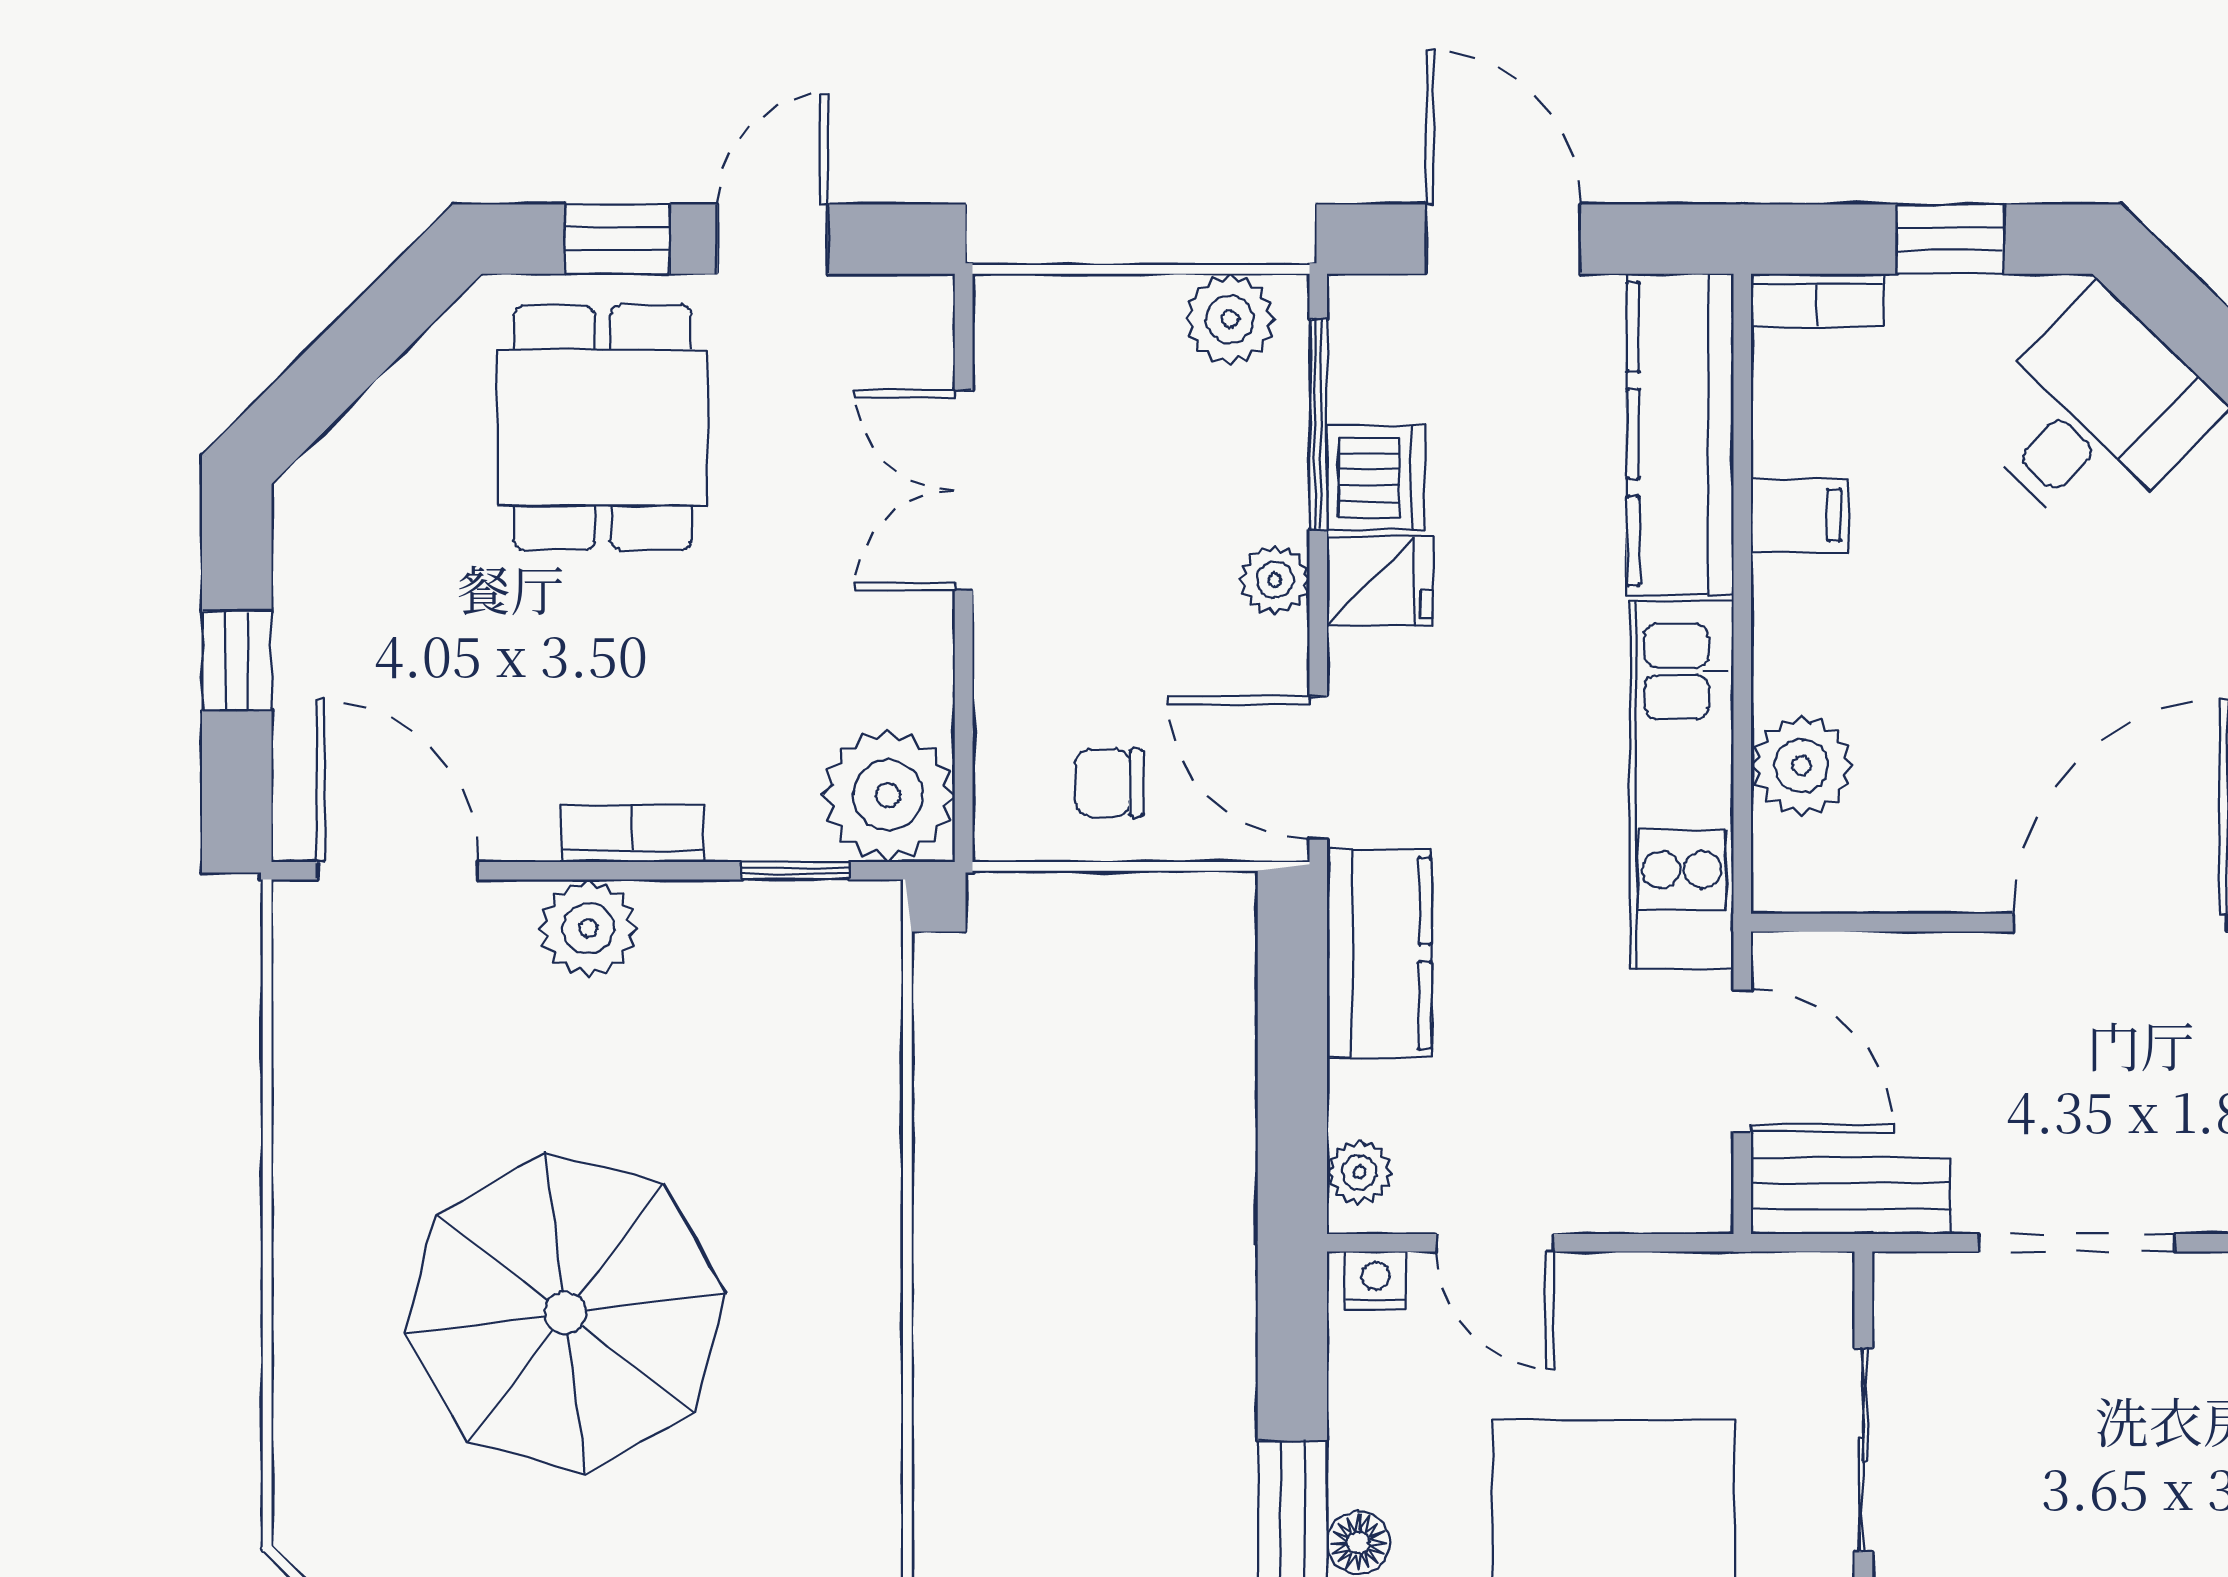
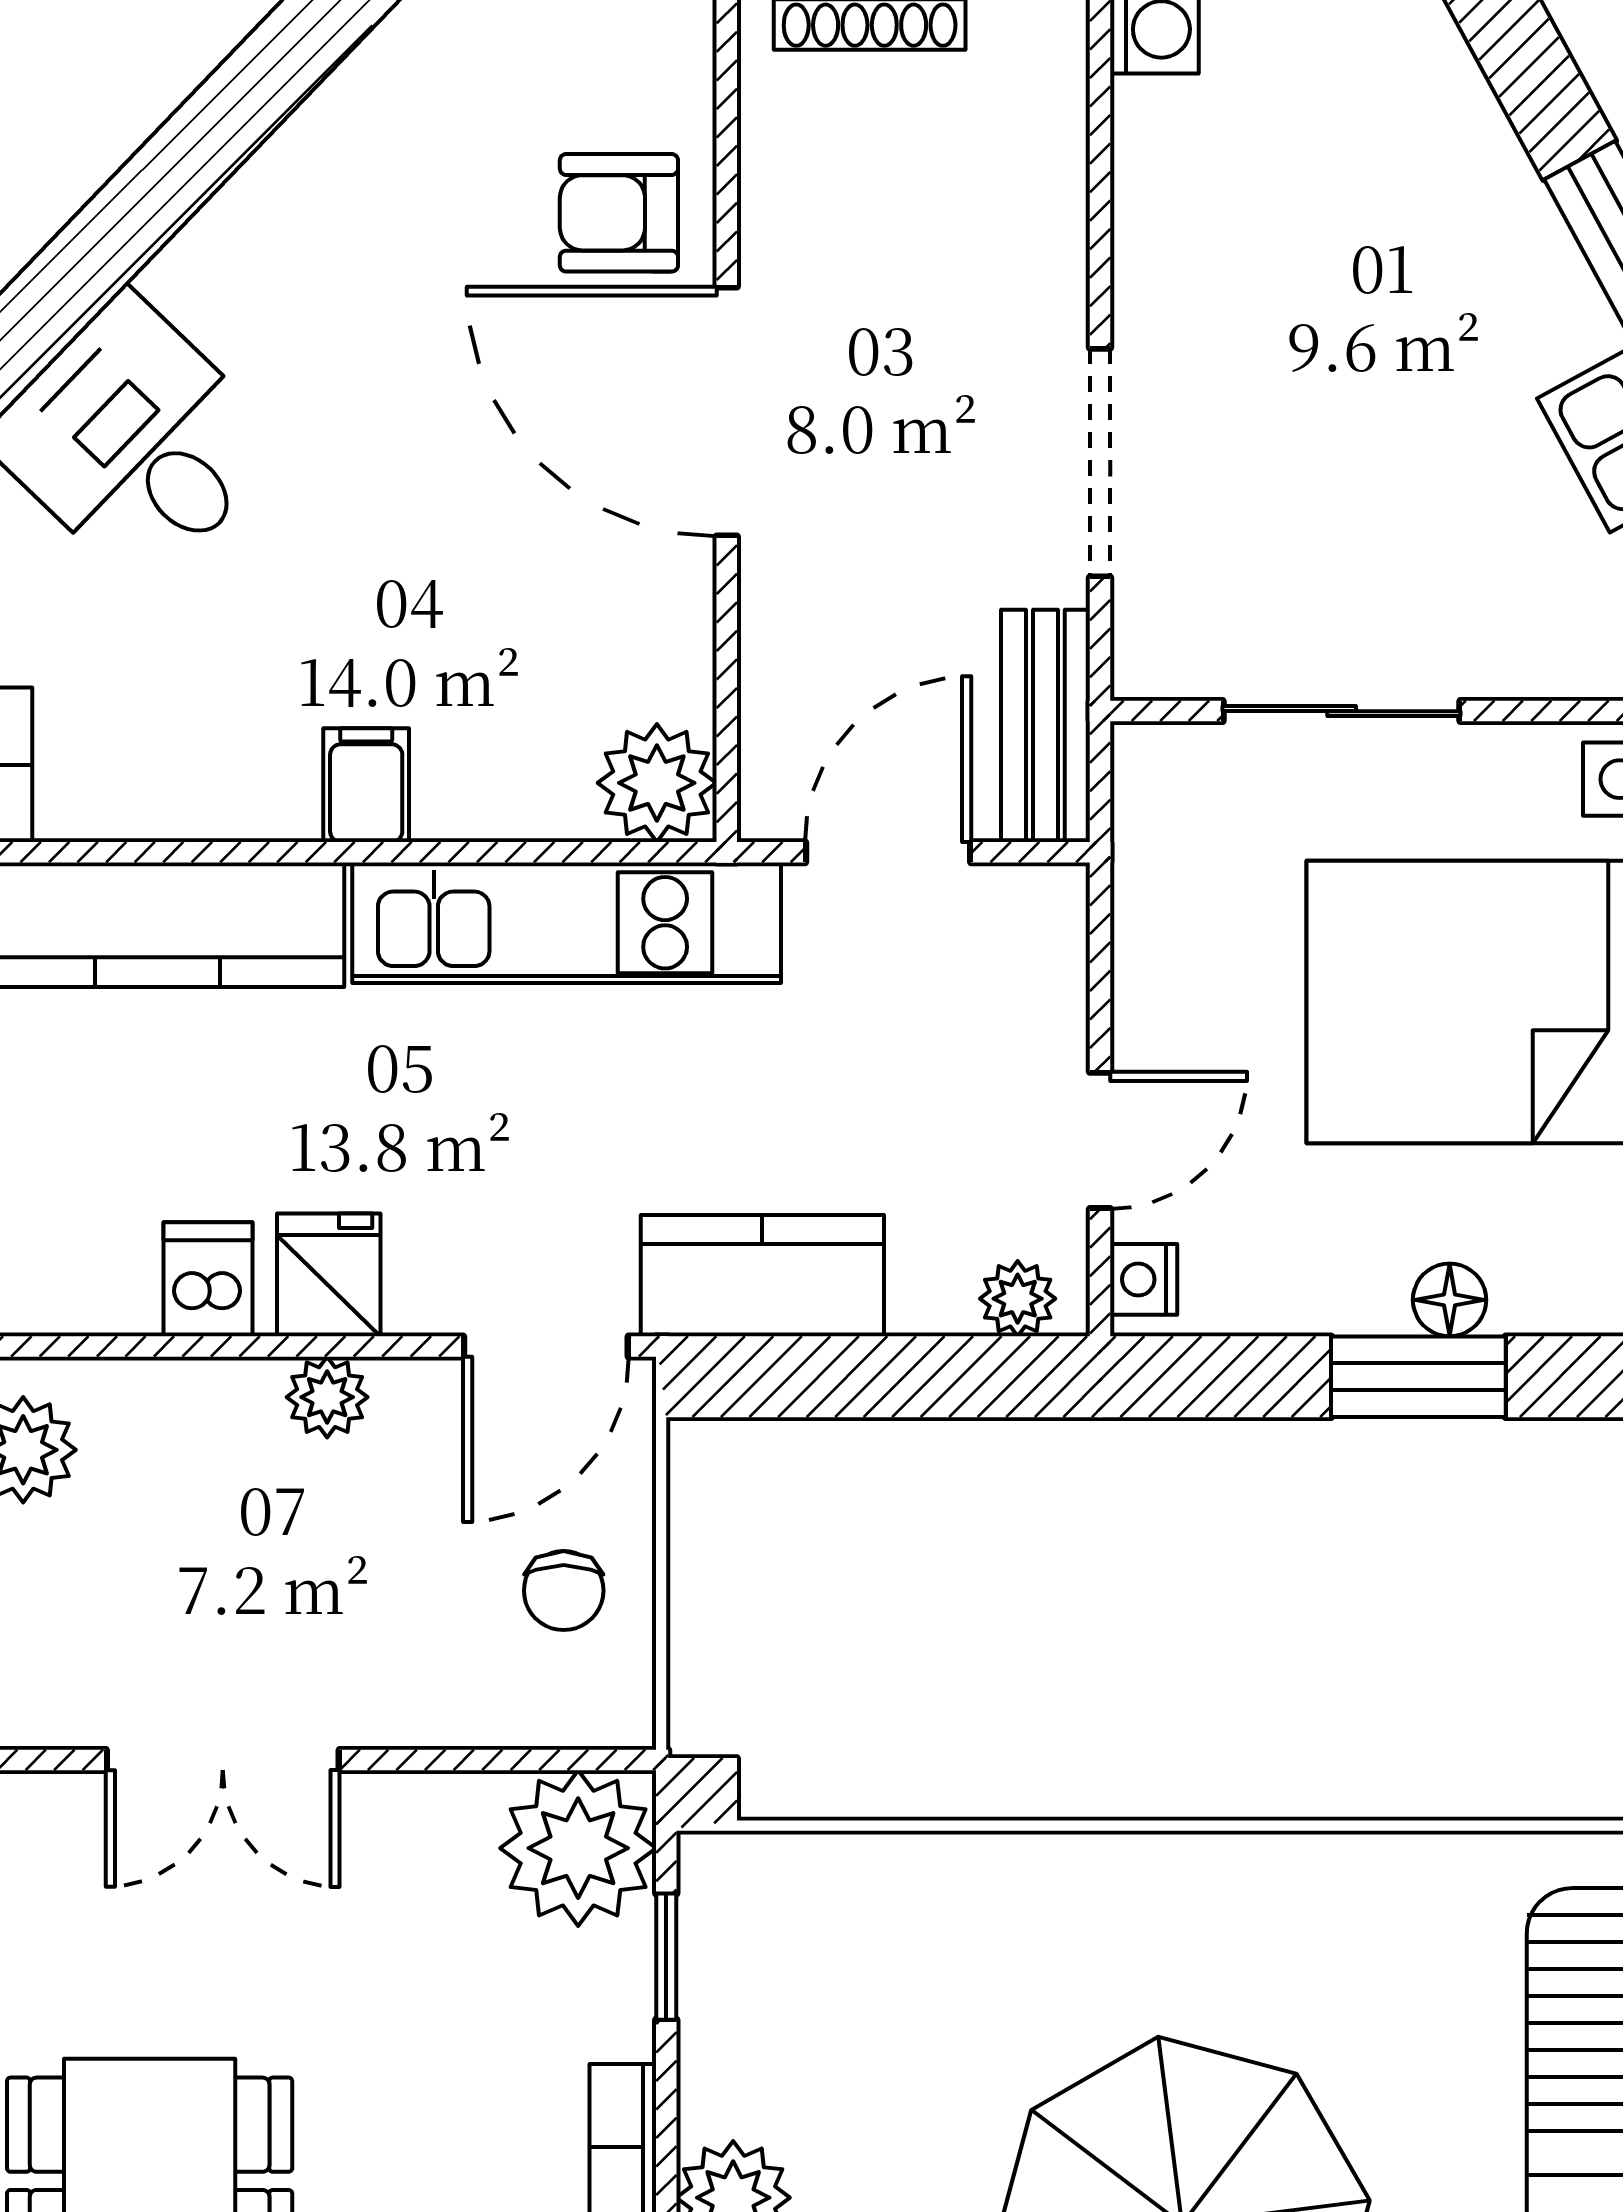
window: (1318, 424) -> (146, 1347), removed
dishwasher: (1376, 478) -> (208, 1279), width x0.73
filing cabinet: (1800, 515) -> (366, 785), moved
plant: (1802, 766) -> (657, 783), moved

